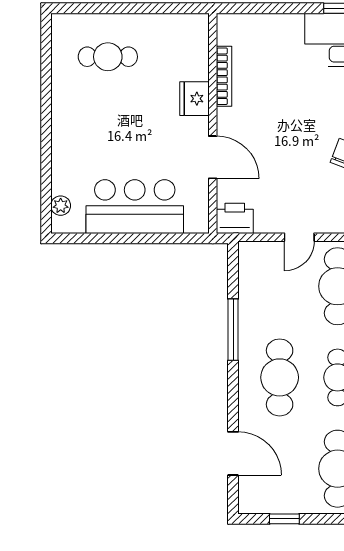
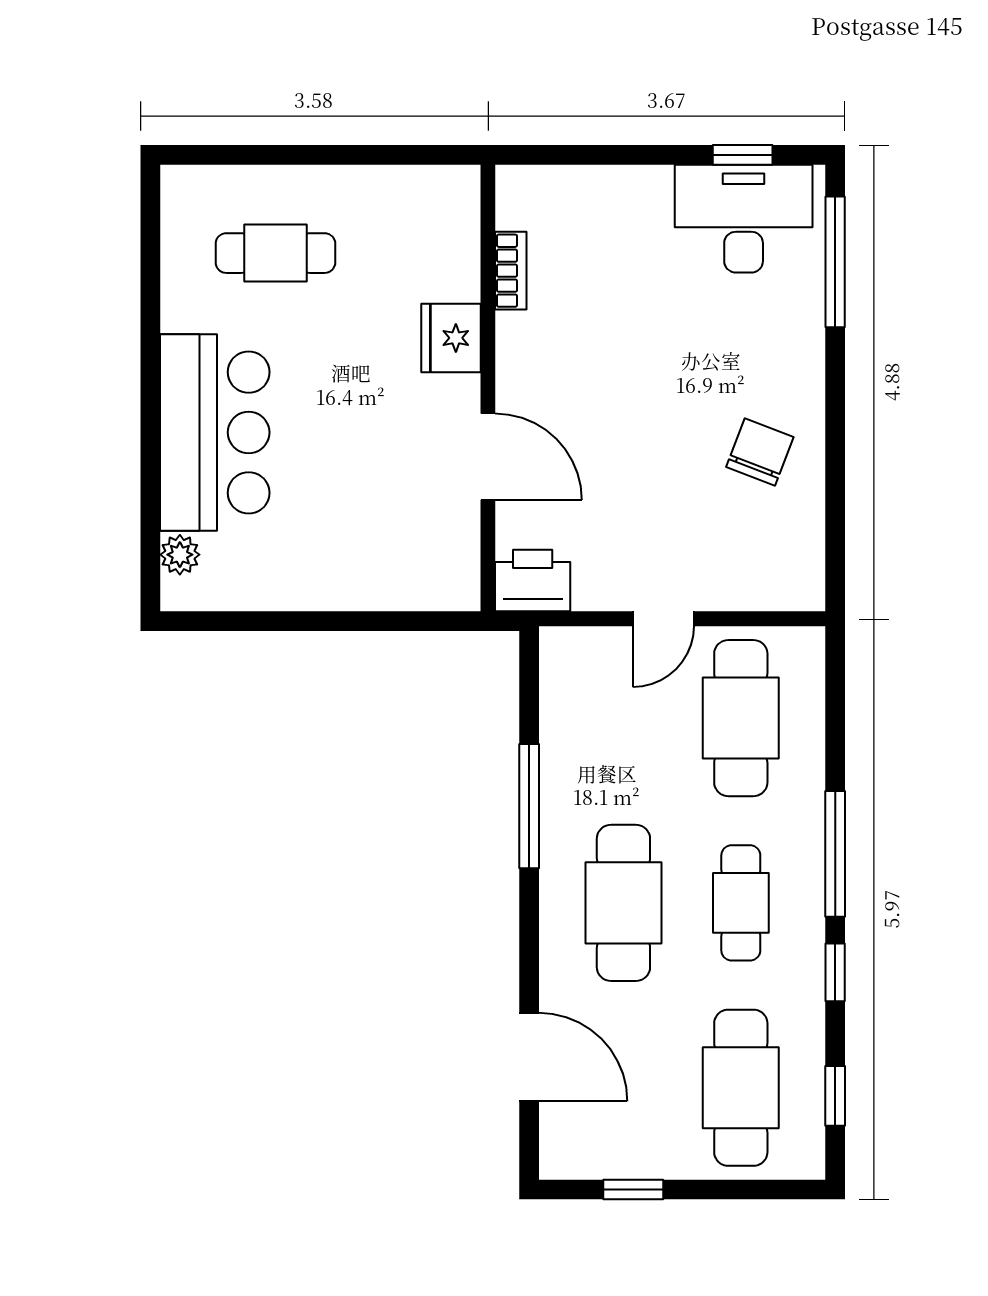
bookcase: (224, 76) -> (511, 271), width x0.64
bar counter: (135, 207) -> (215, 432), moved, turned 90

